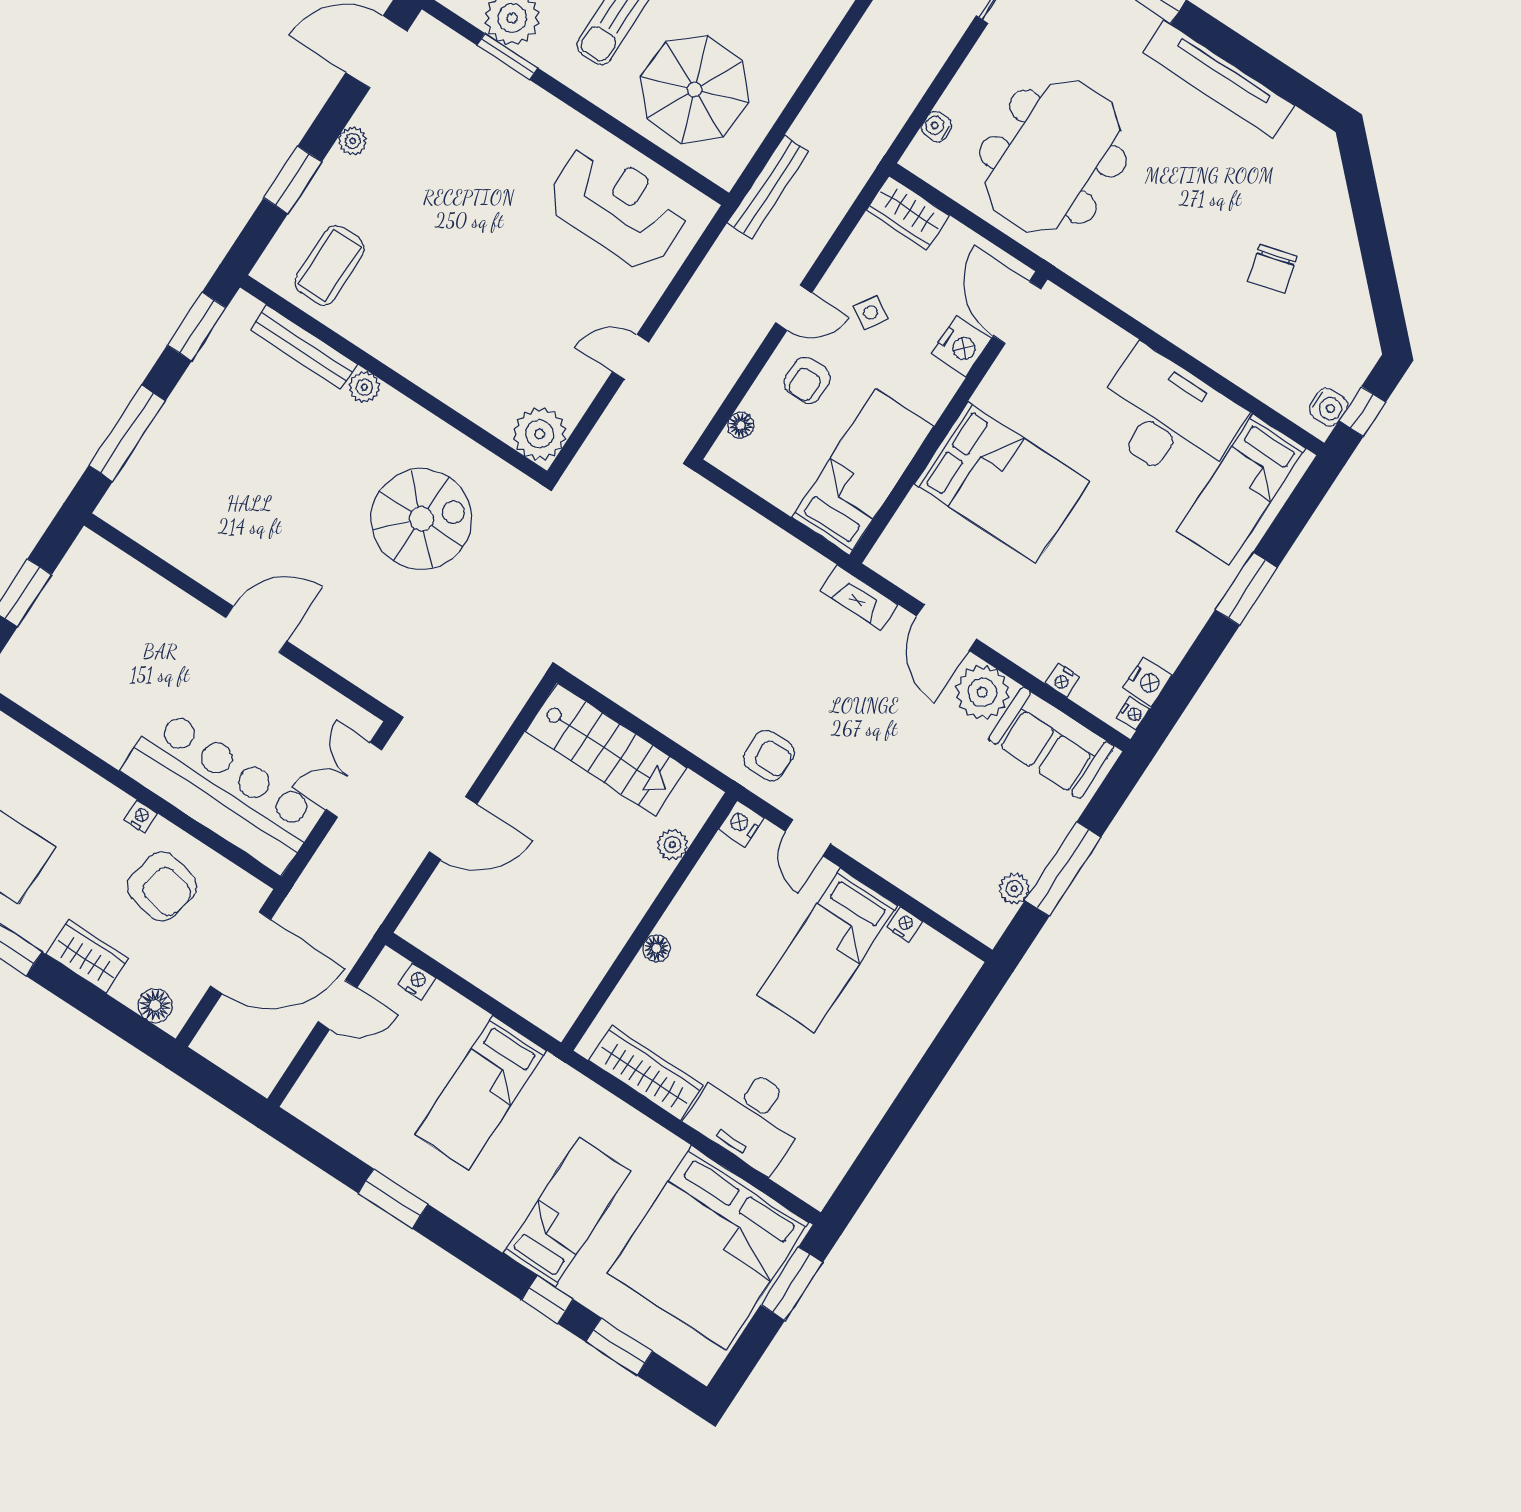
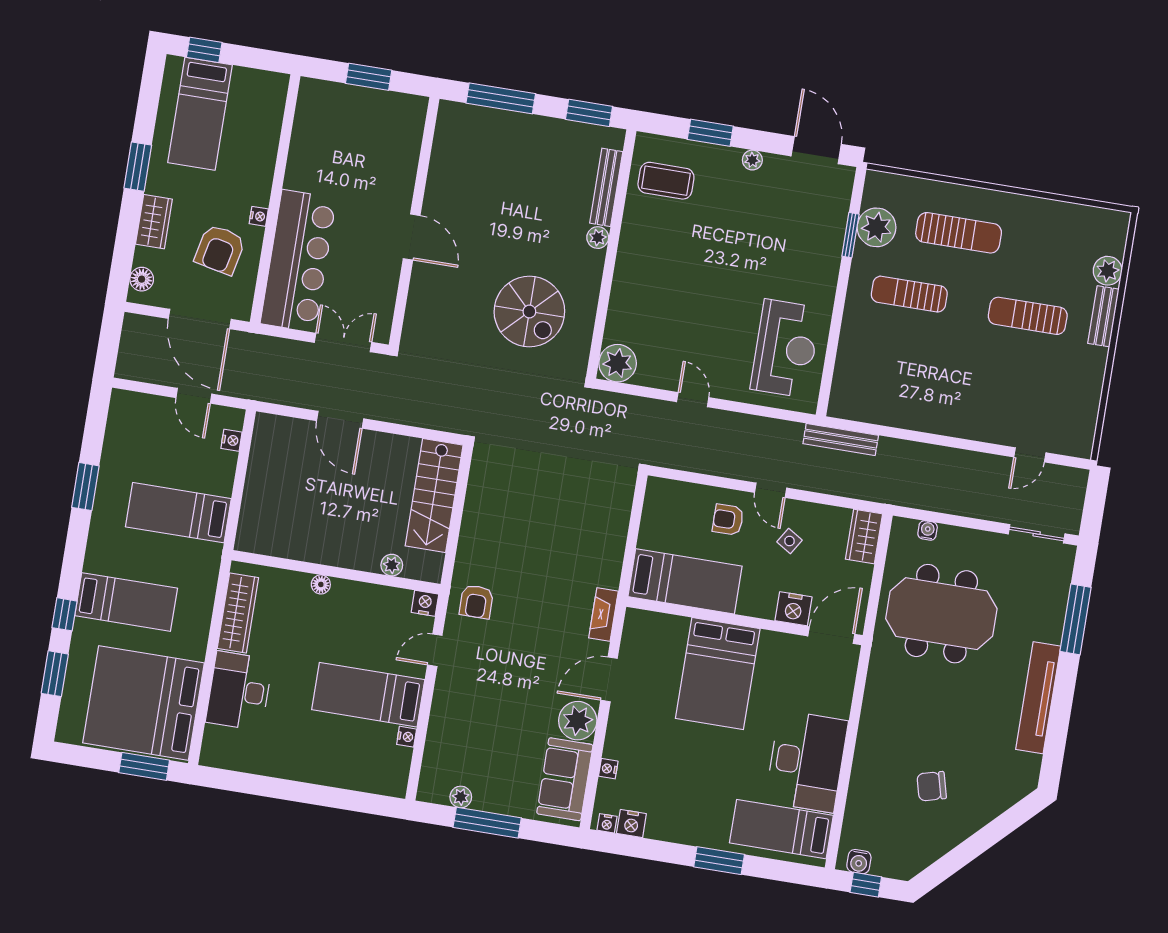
parasol: (695, 90) -> (882, 365), removed
floor lamp: (741, 425) -> (680, 490), removed

